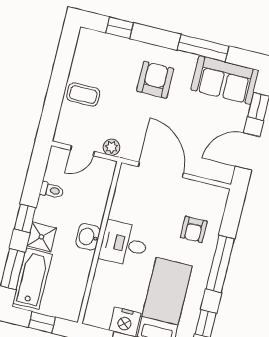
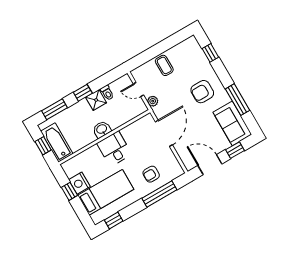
armchair: (155, 80) -> (202, 92), turned 180
shower: (41, 237) -> (96, 100), moved
window: (220, 264) -> (159, 194), moved
bathtub: (32, 279) -> (57, 142), moved, turned -90

